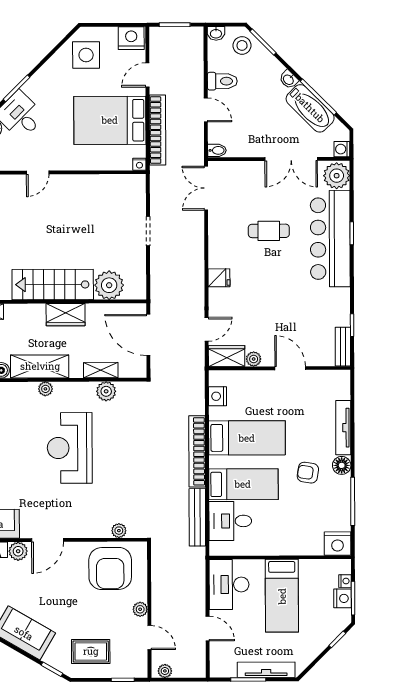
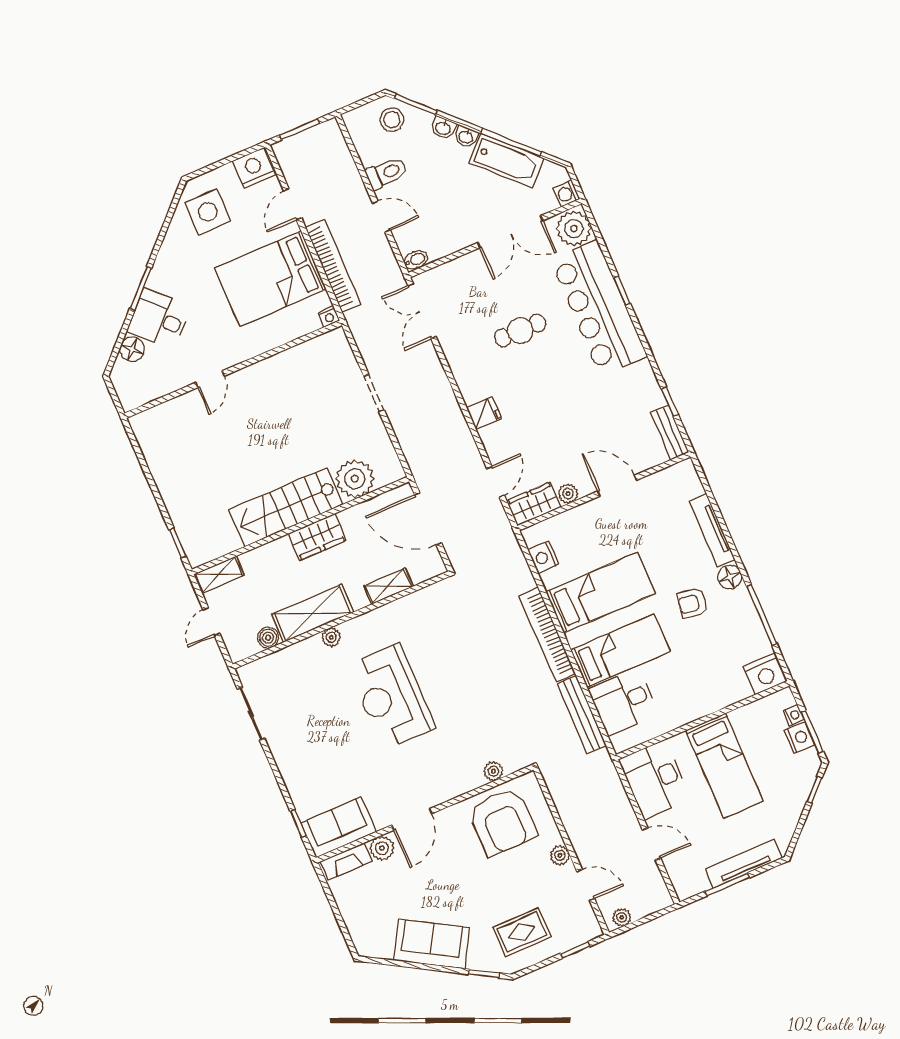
washbasin: (216, 33) -> (443, 128), moved, turned 45
plant: (106, 391) -> (406, 609), removed

